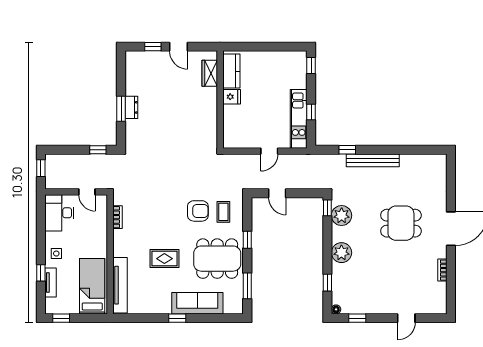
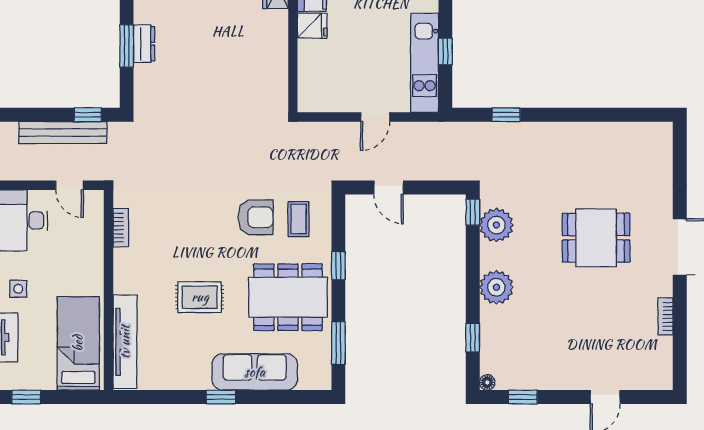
bench: (373, 160) -> (63, 133), moved

